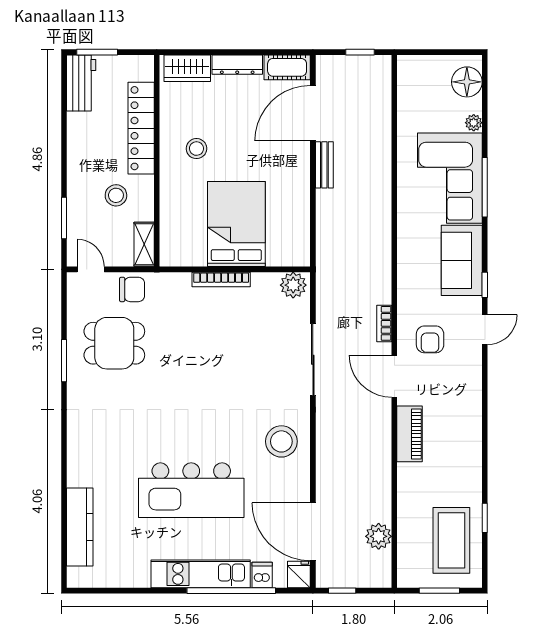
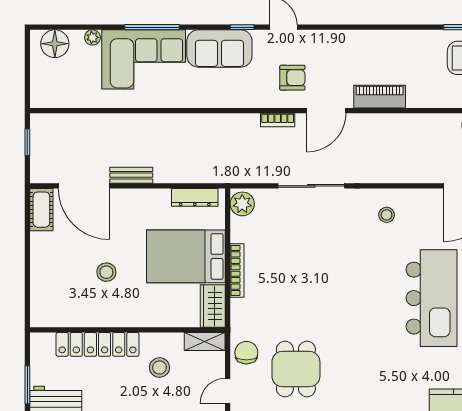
dresser: (237, 65) -> (195, 197), moved, turned 90
wardrobe: (187, 68) -> (213, 306), moved, turned 180
stool: (196, 149) -> (106, 272), moved
stool: (281, 441) -> (387, 215), width x0.53, depth x0.53

